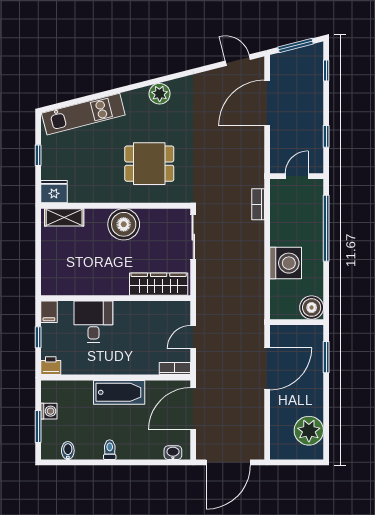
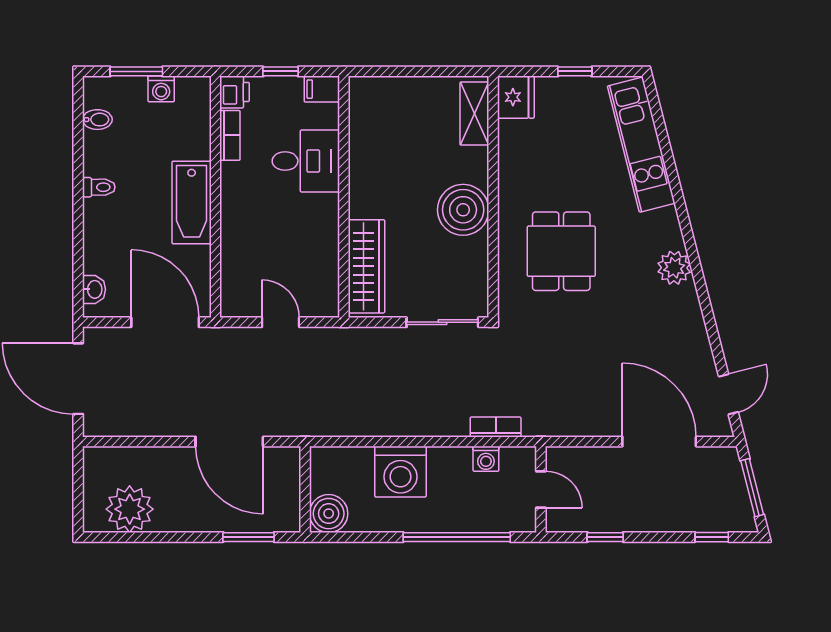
washing machine: (278, 210) -> (486, 459), added
bookcase: (175, 369) -> (230, 135), moved

